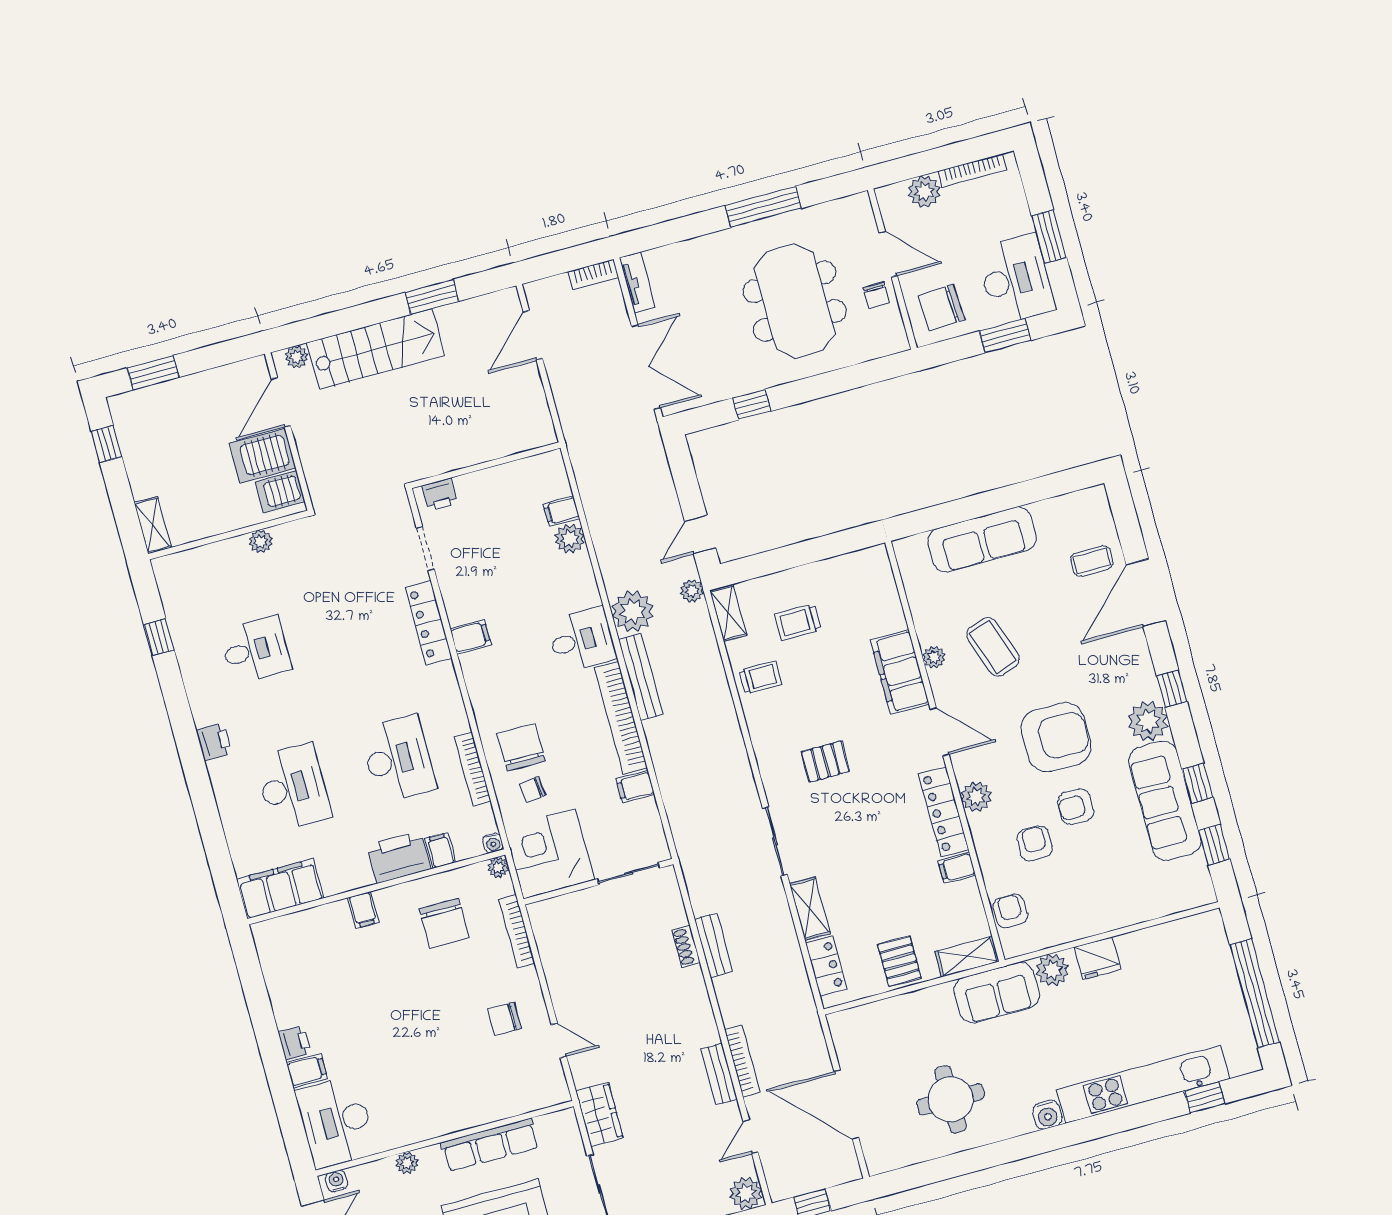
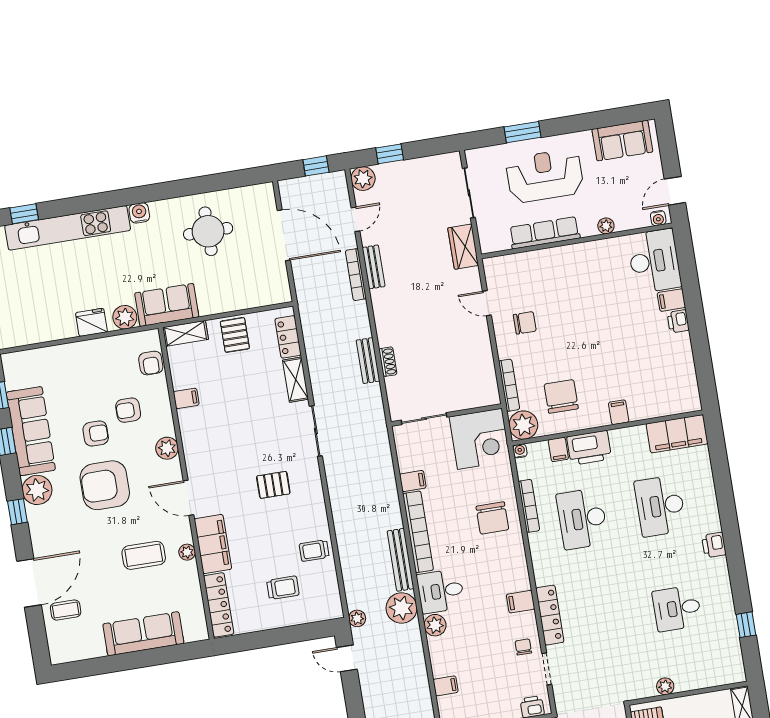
door: (700, 535) -> (347, 658), swing flipped
plant: (570, 539) -> (435, 625), moved
shelving: (728, 613) -> (333, 600), removed
coffee table: (993, 647) -> (144, 555), turned -71
chair: (532, 789) -> (523, 647), moved, turned -84
locker: (944, 812) -> (219, 605), moved
armchair: (1035, 843) -> (128, 410), turned 90
plant: (498, 868) -> (523, 425), width x1.87, depth x1.87

